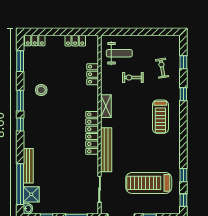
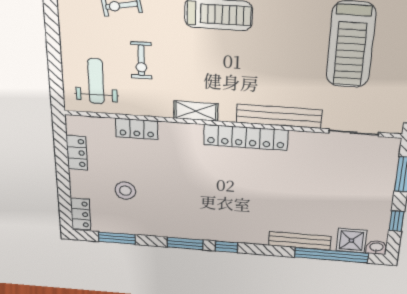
stool: (41, 90) -> (125, 191), moved

